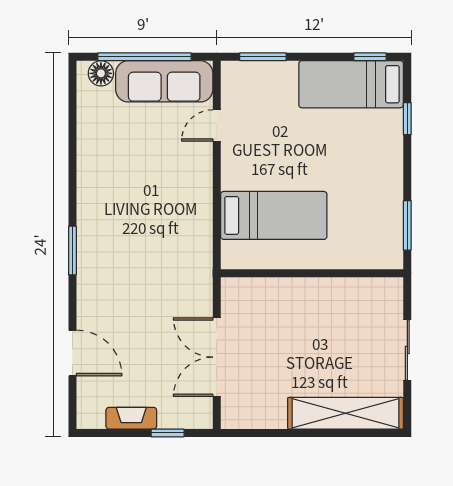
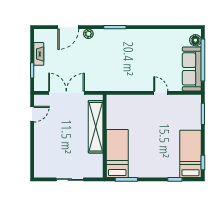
door: (217, 125) -> (161, 93), moved
bed: (274, 215) -> (117, 153), moved, turned 180
plant: (87, 309) -> (88, 34), added
shelving: (346, 413) -> (96, 127), moved
door: (264, 433) -> (32, 114), added

